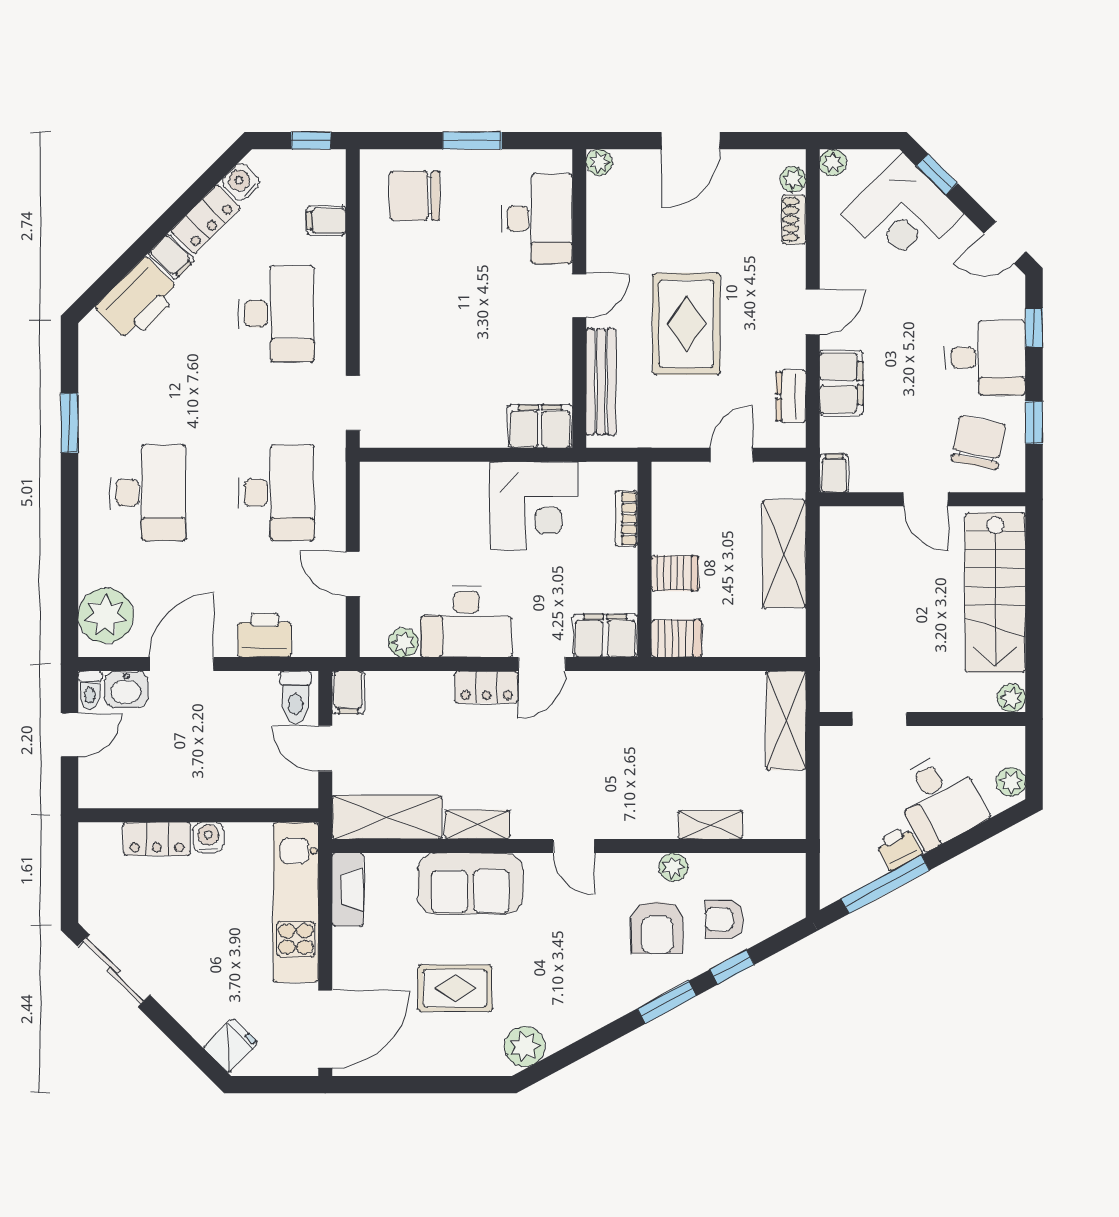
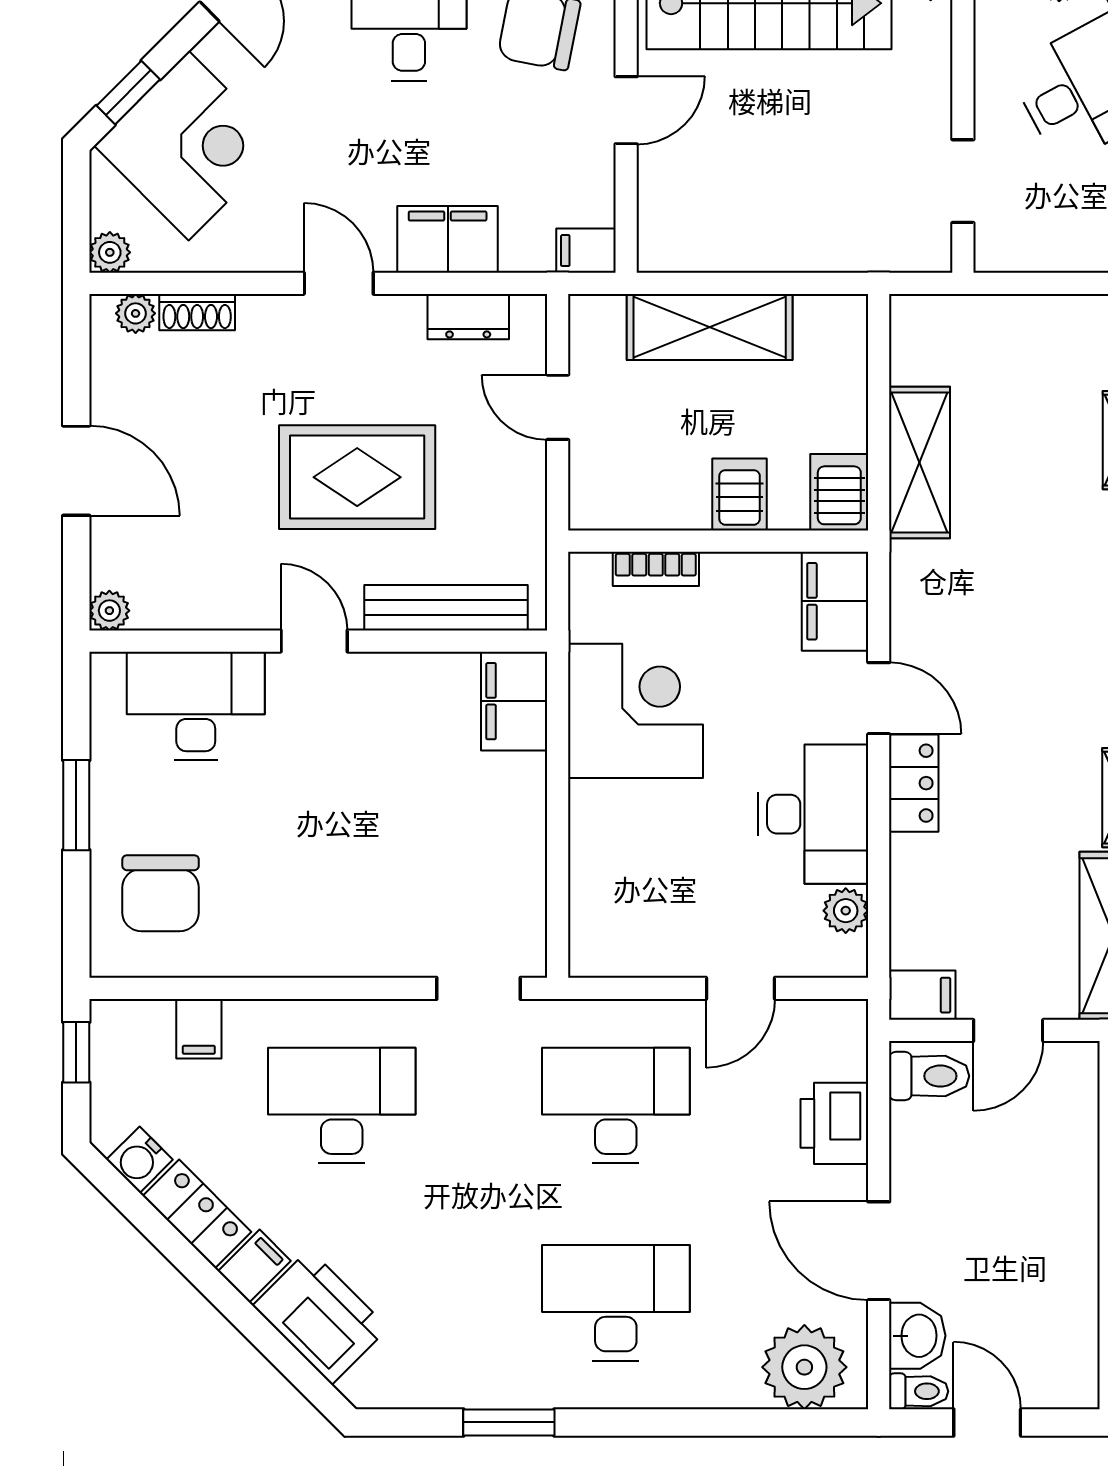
shelving: (786, 720) -> (920, 462), moved, turned 90

